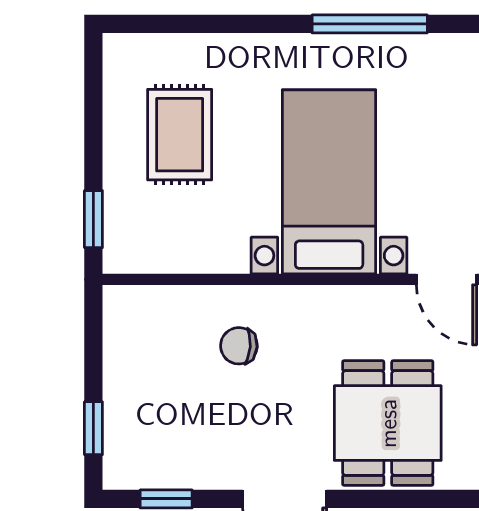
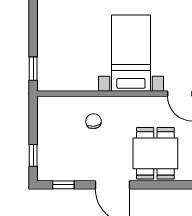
rug: (180, 135) -> (69, 34), removed
chair: (239, 346) -> (94, 121), turned 80

